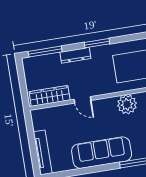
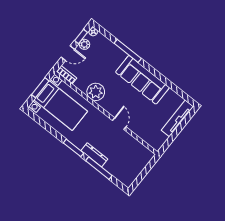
window: (45, 52) -> (99, 168), moved
wardrobe: (50, 96) -> (136, 148), removed

